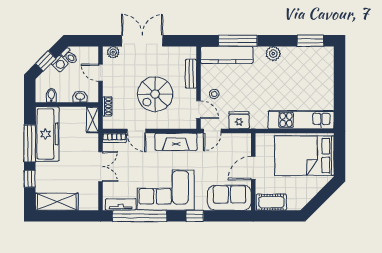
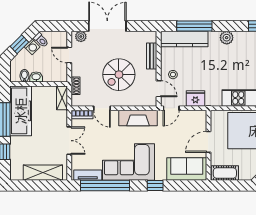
washbasin: (80, 97) -> (36, 77), moved
shelving: (57, 202) -> (43, 173), moved

